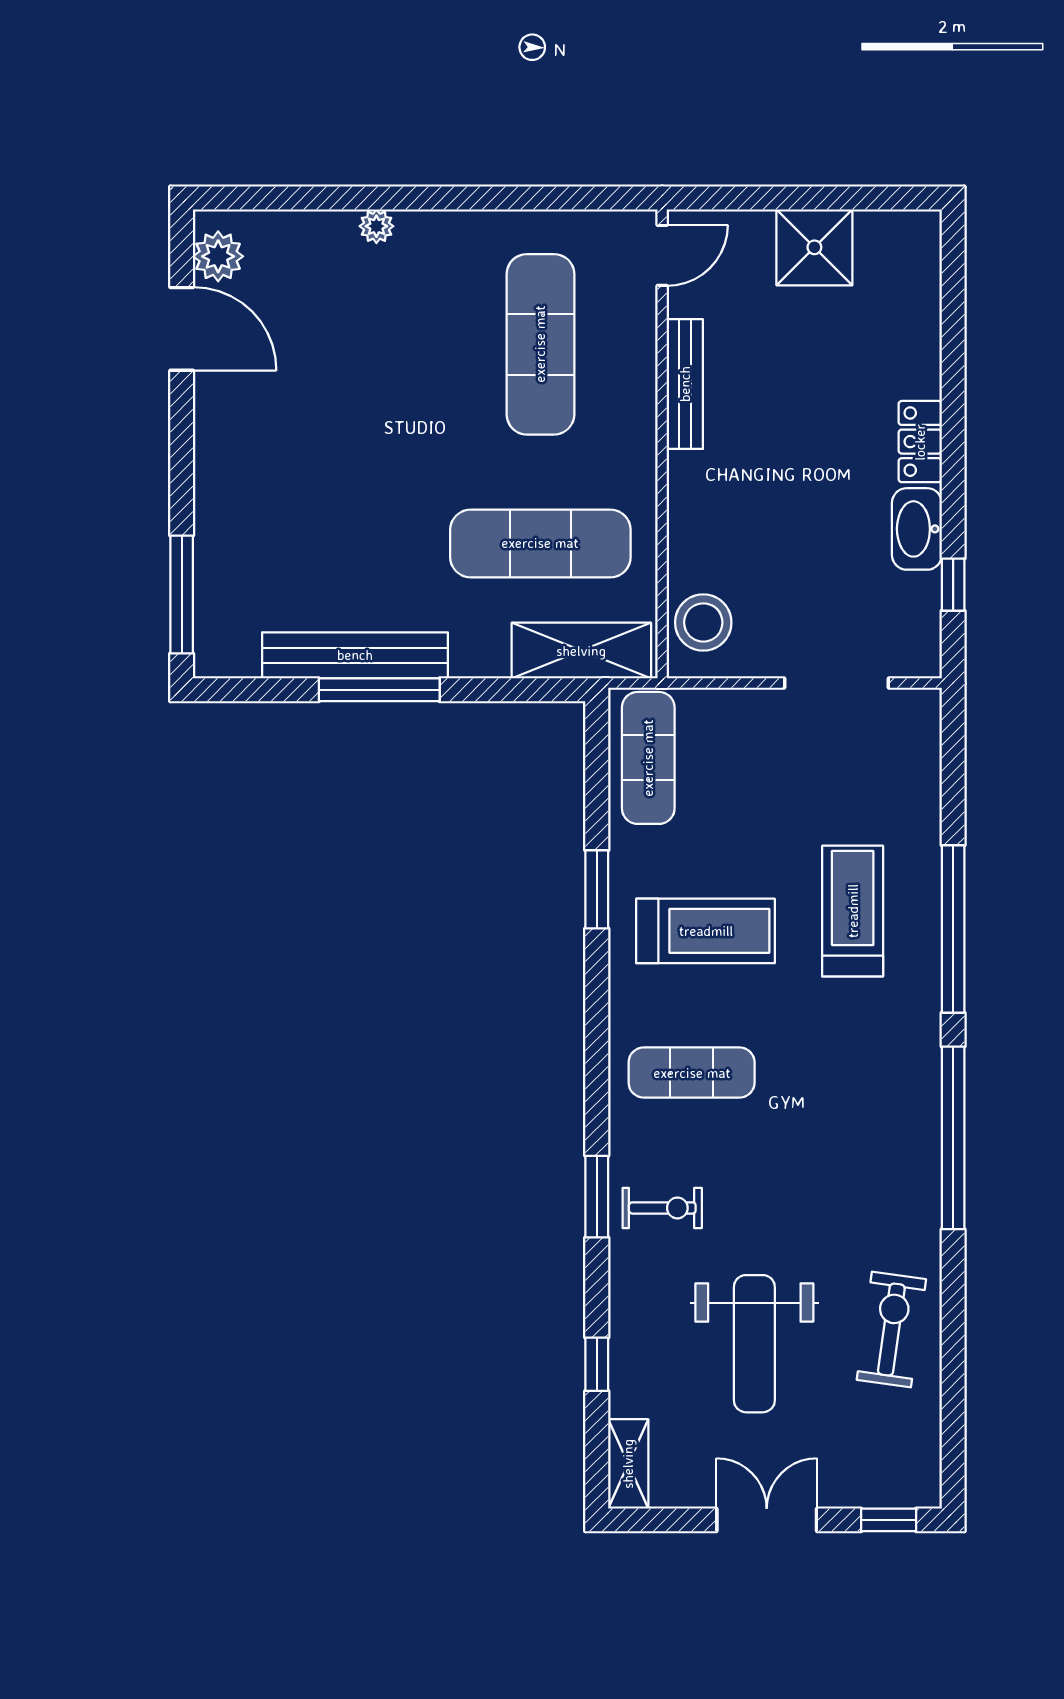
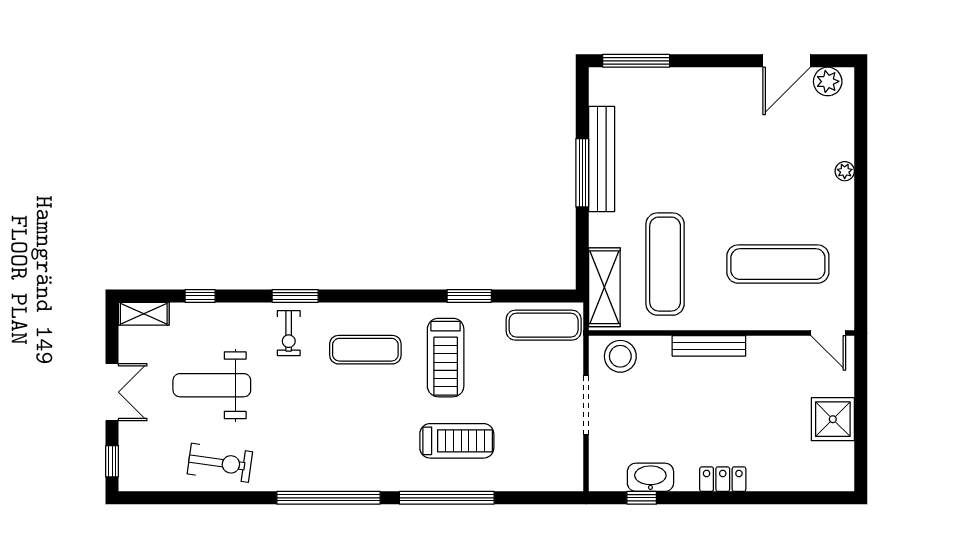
bench: (685, 384) -> (709, 346), moved
washbasin: (917, 529) -> (650, 477), moved
doorway: (837, 683) -> (586, 405), moved
exercise mat: (692, 1073) -> (365, 350), turned 90

